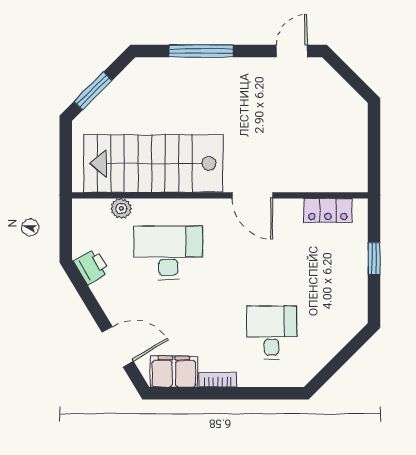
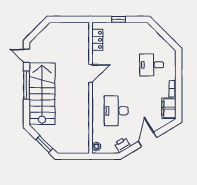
window: (201, 51) -> (26, 85), moved
stairs: (153, 163) -> (42, 94), moved, turned 180
plant: (121, 209) -> (96, 146), moved
door: (118, 347) -> (148, 139), moved

